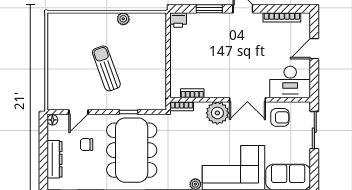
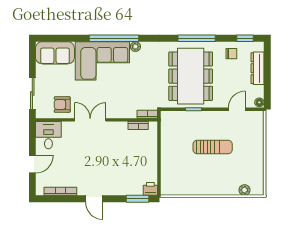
window: (209, 9) -> (138, 199), moved
plant: (123, 19) -> (245, 190), moved
sun lounger: (106, 68) -> (213, 147), turned -70
desk: (290, 82) -> (48, 135), width x0.73
plant: (217, 113) -> (116, 108), removed
chair: (87, 145) -> (231, 54), moved

